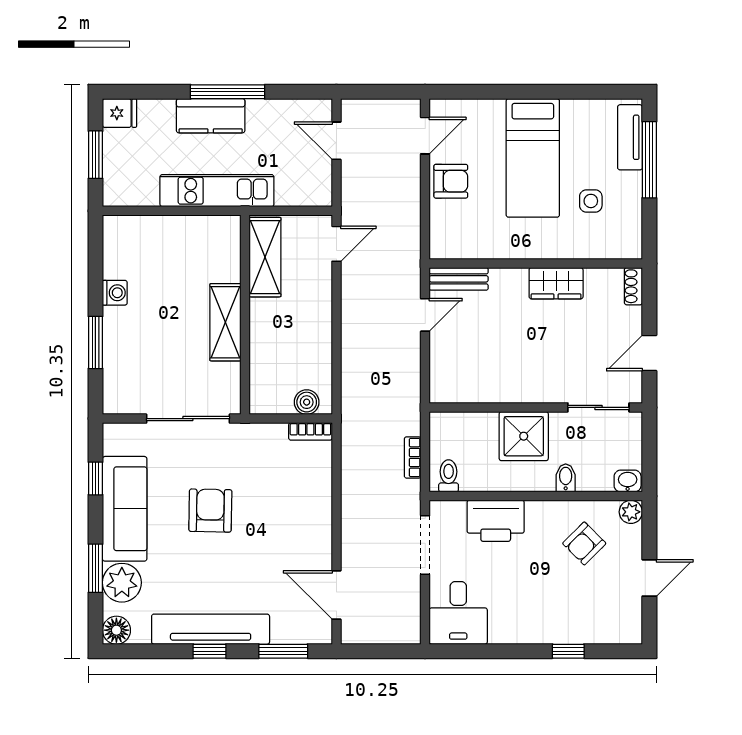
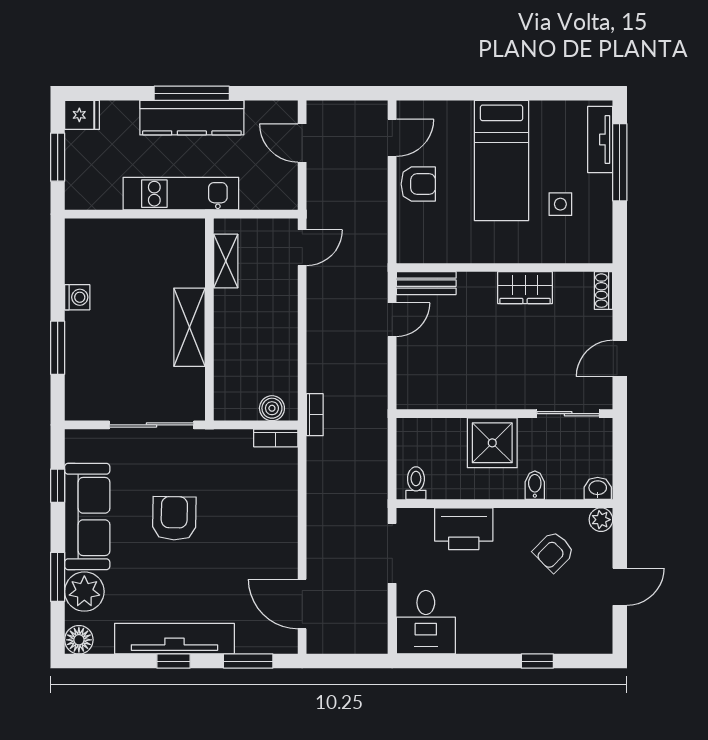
kitchen counter: (211, 116) -> (192, 118), width x1.50
shelving: (265, 257) -> (226, 261), width x0.67, depth x0.75
bookcase: (413, 457) -> (315, 415), moved, turned 180

